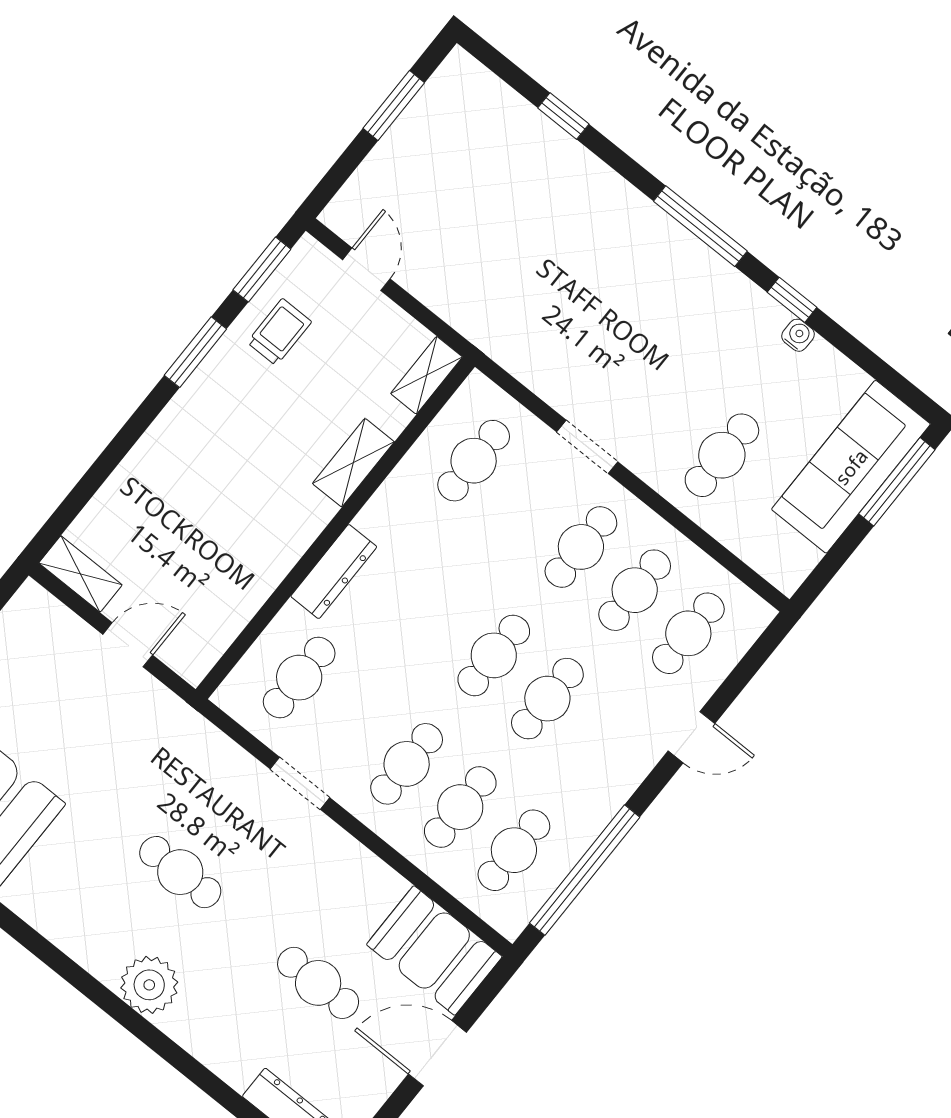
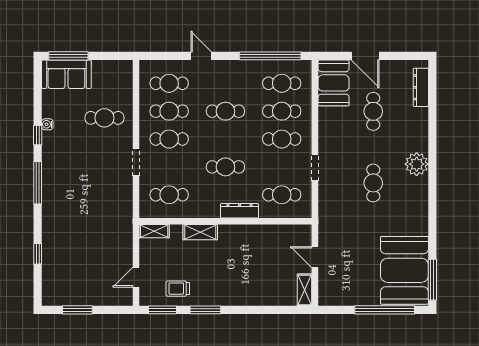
sofa: (851, 467) -> (66, 74), width x0.73
cafe table: (494, 655) -> (225, 167), moved

